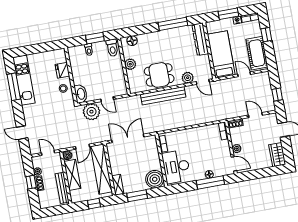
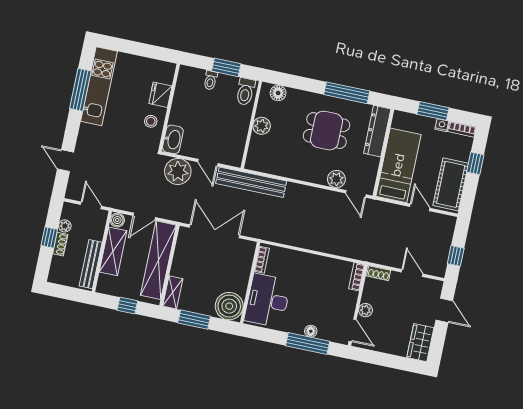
dining table: (159, 75) -> (326, 131), moved
bench: (163, 96) -> (251, 182), moved

